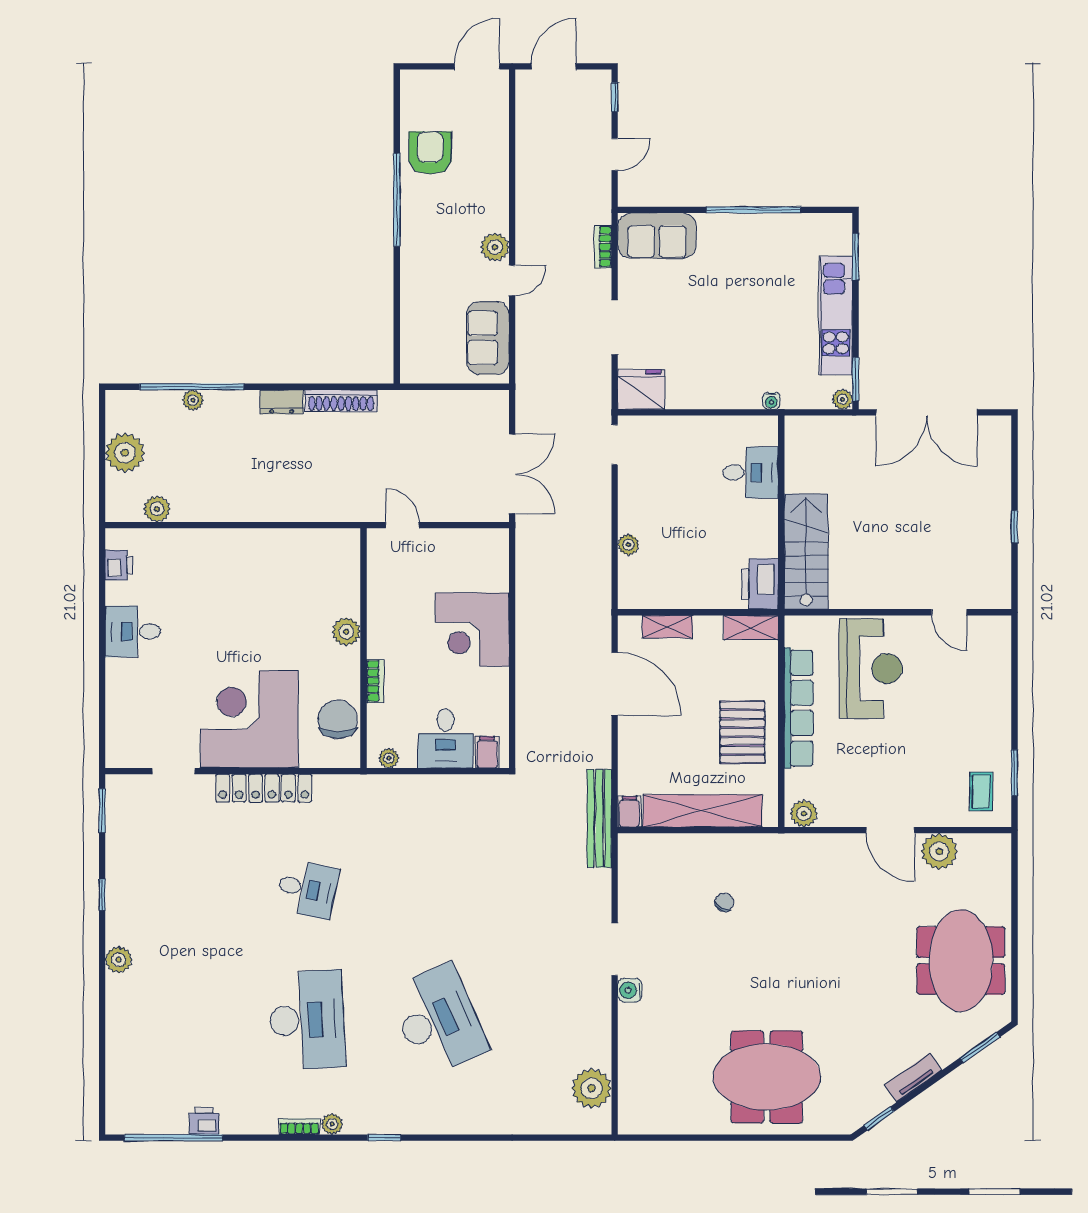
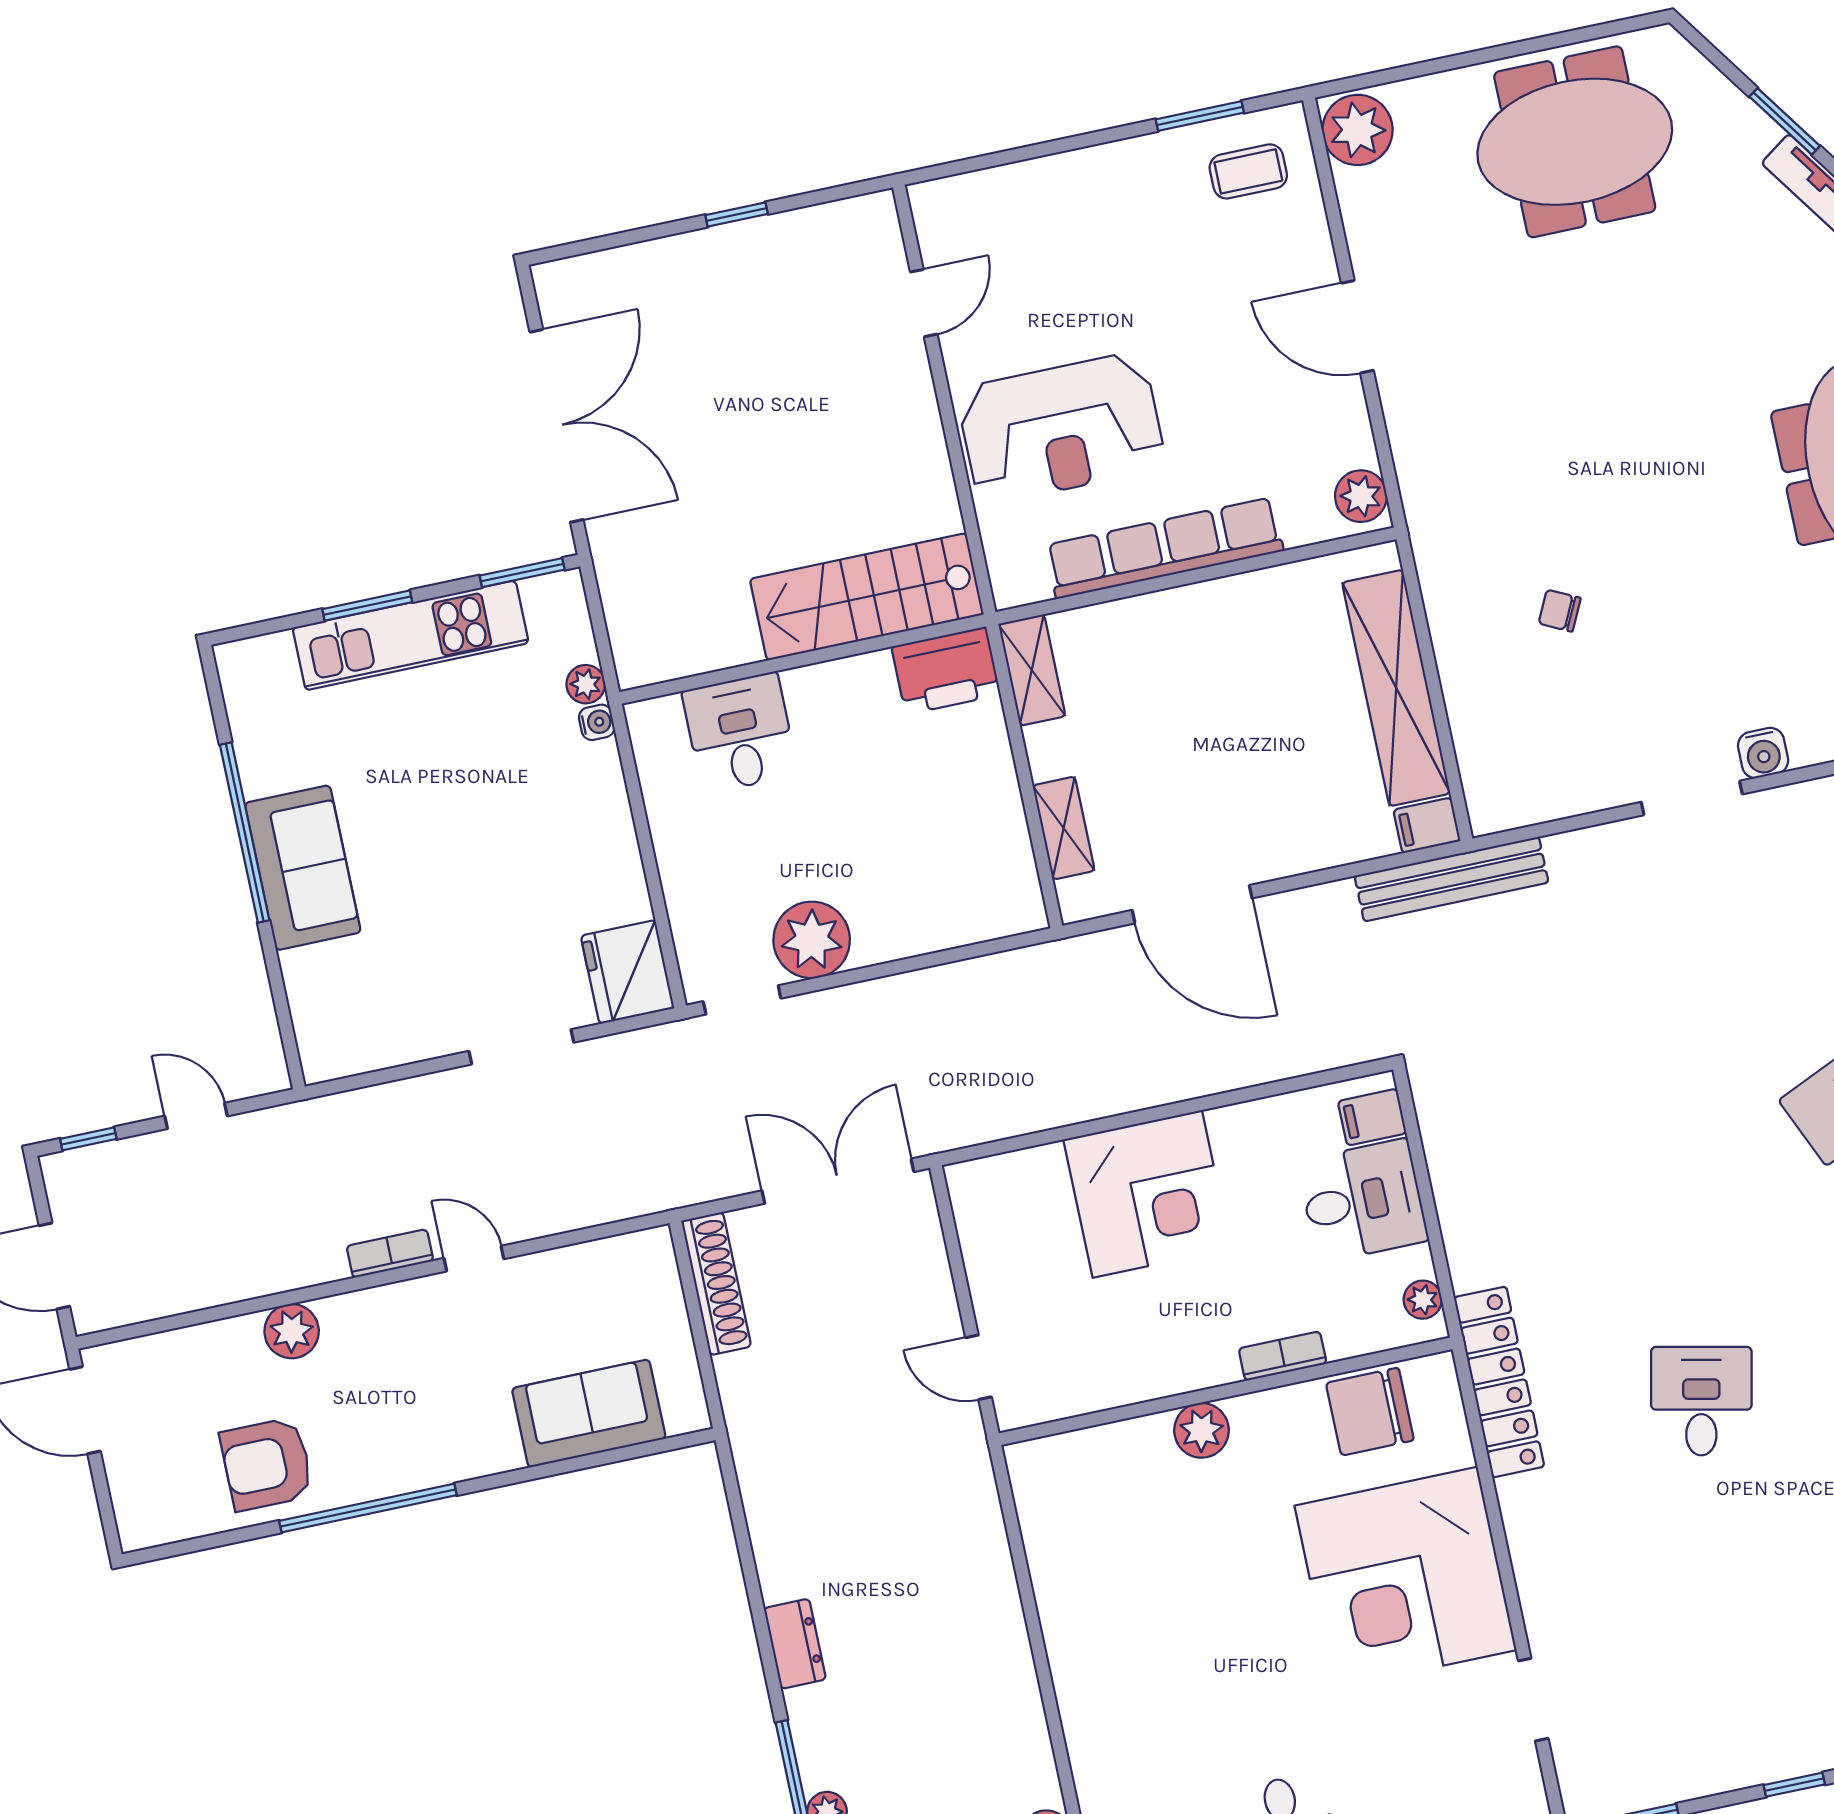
sofa: (657, 236) -> (303, 868), moved
plant: (495, 247) -> (292, 1331), moved
bookcase: (603, 247) -> (390, 1254), moved, turned 180
window: (856, 257) -> (367, 606), moved
sofa: (488, 338) -> (589, 1413), moved, turned 180
plant: (842, 399) -> (586, 684), moved
shoe rack: (341, 401) -> (716, 1284), moved
door: (402, 525) -> (979, 1367), hinge flipped
plant: (628, 545) -> (812, 940), moved, width x1.87, depth x1.87
reception desk: (871, 669) -> (1061, 428), turned 180
door: (615, 684) -> (1192, 904), swing flipped
pallet: (742, 732) -> (1232, 645), removed
locker: (264, 788) -> (1499, 1382), moved
door: (890, 830) -> (1357, 327), swing flipped
plant: (939, 851) -> (1358, 130), moved
window: (980, 1048) -> (1785, 121), moved

